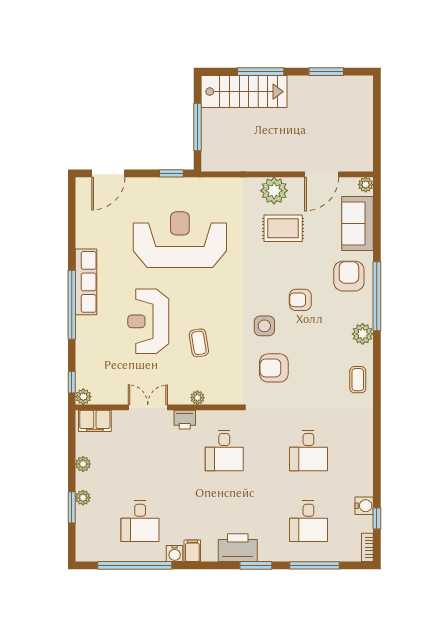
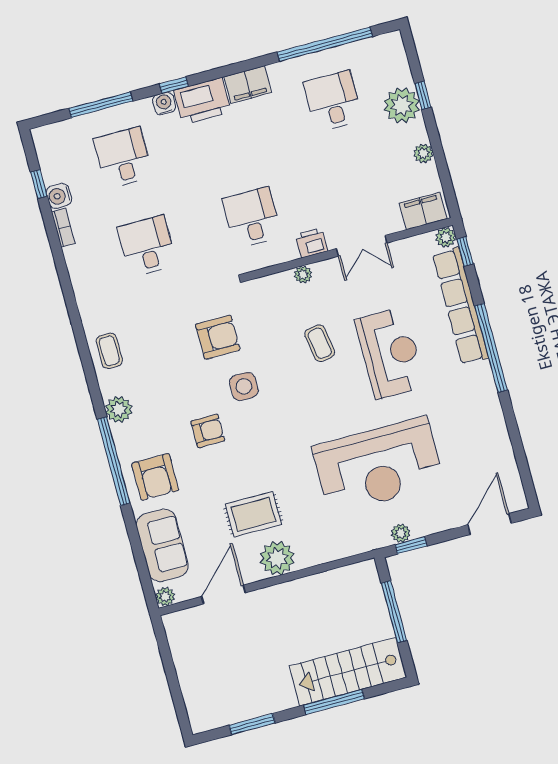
plant: (177, 184) -> (401, 533), added
row of seats: (86, 282) -> (461, 306), moved, width x1.36
plant: (83, 498) -> (402, 105), width x1.87, depth x1.87
window: (72, 507) -> (423, 95), width x0.67
bookcase: (367, 547) -> (63, 228), moved
filing cabinet: (192, 551) -> (248, 85), width x2.00
water cooler: (175, 554) -> (164, 103), moved
window: (256, 565) -> (174, 85), width x0.67

